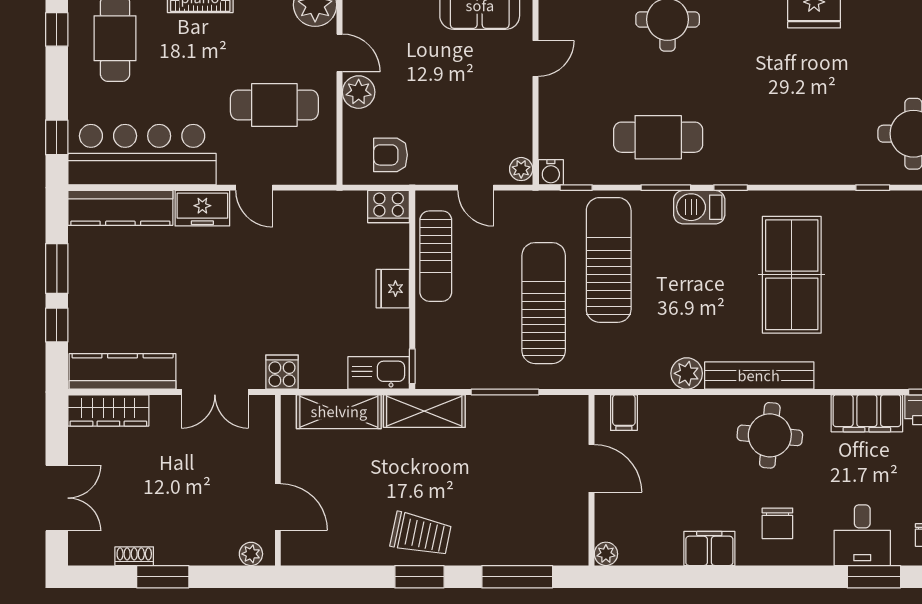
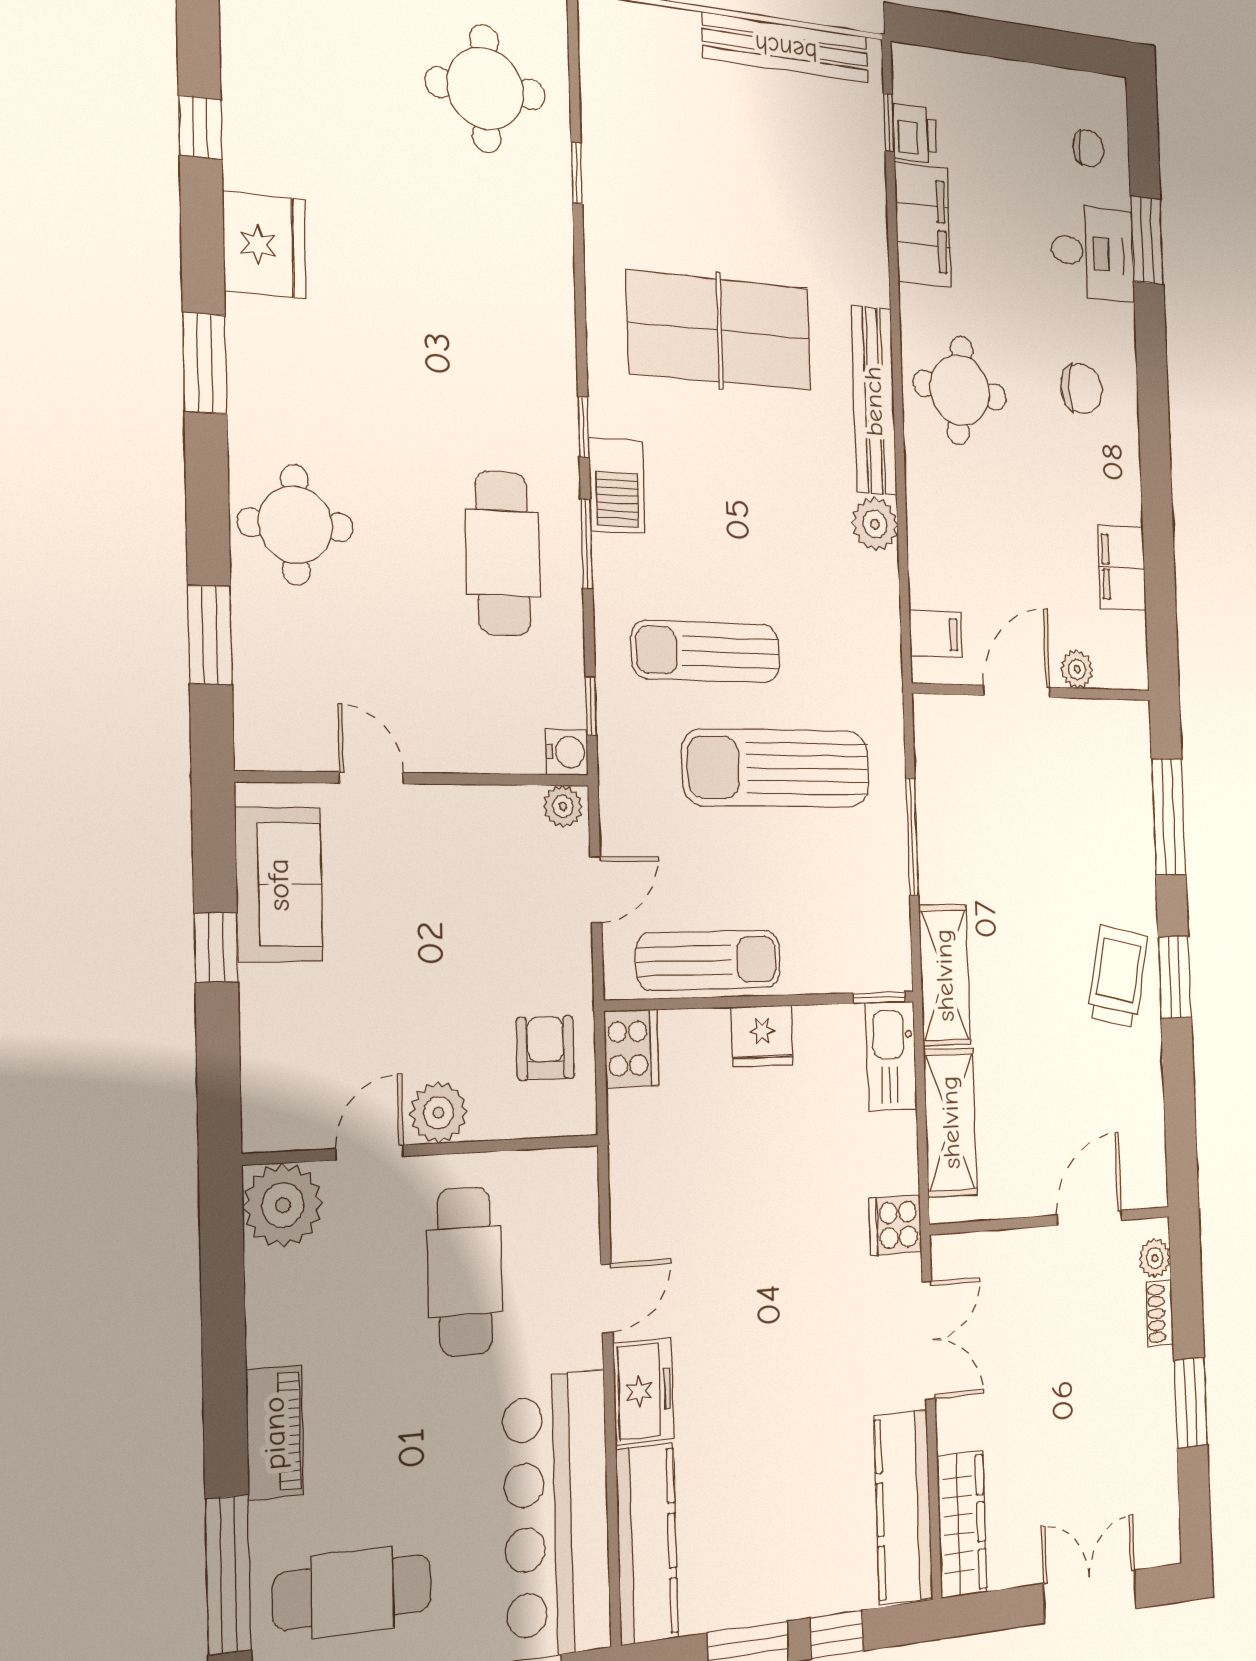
armchair: (391, 155) -> (545, 1048), turned 180
sun lounger: (609, 260) -> (706, 652), width x0.73, depth x0.75
filing cabinet: (709, 548) -> (1122, 568), moved
plant: (606, 554) -> (1077, 669), moved
shoe rack: (134, 556) -> (1160, 1313), moved

